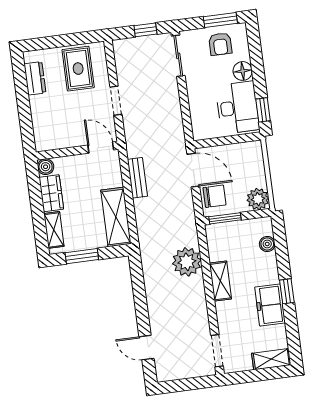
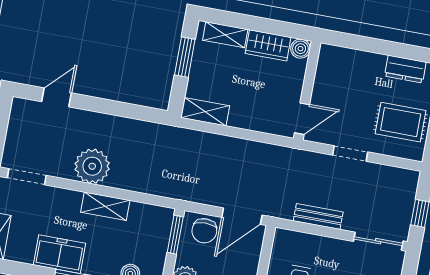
bench: (137, 178) -> (318, 216), moved
shelving: (116, 217) -> (205, 112), width x0.67, depth x0.75
plant: (187, 262) -> (92, 166), moved

